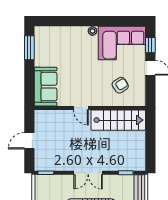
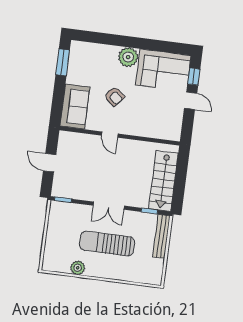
plant: (92, 31) -> (128, 57), width x1.87, depth x1.87
armchair: (120, 85) -> (114, 96), moved, turned 72
stairs: (118, 120) -> (163, 181), moved, turned 90
door: (29, 141) -> (50, 163), hinge flipped

